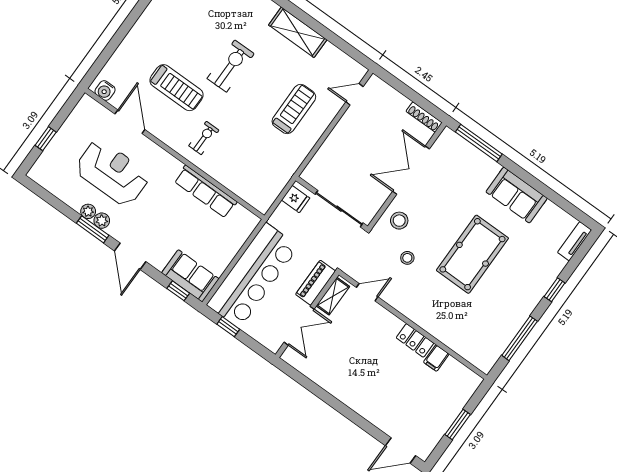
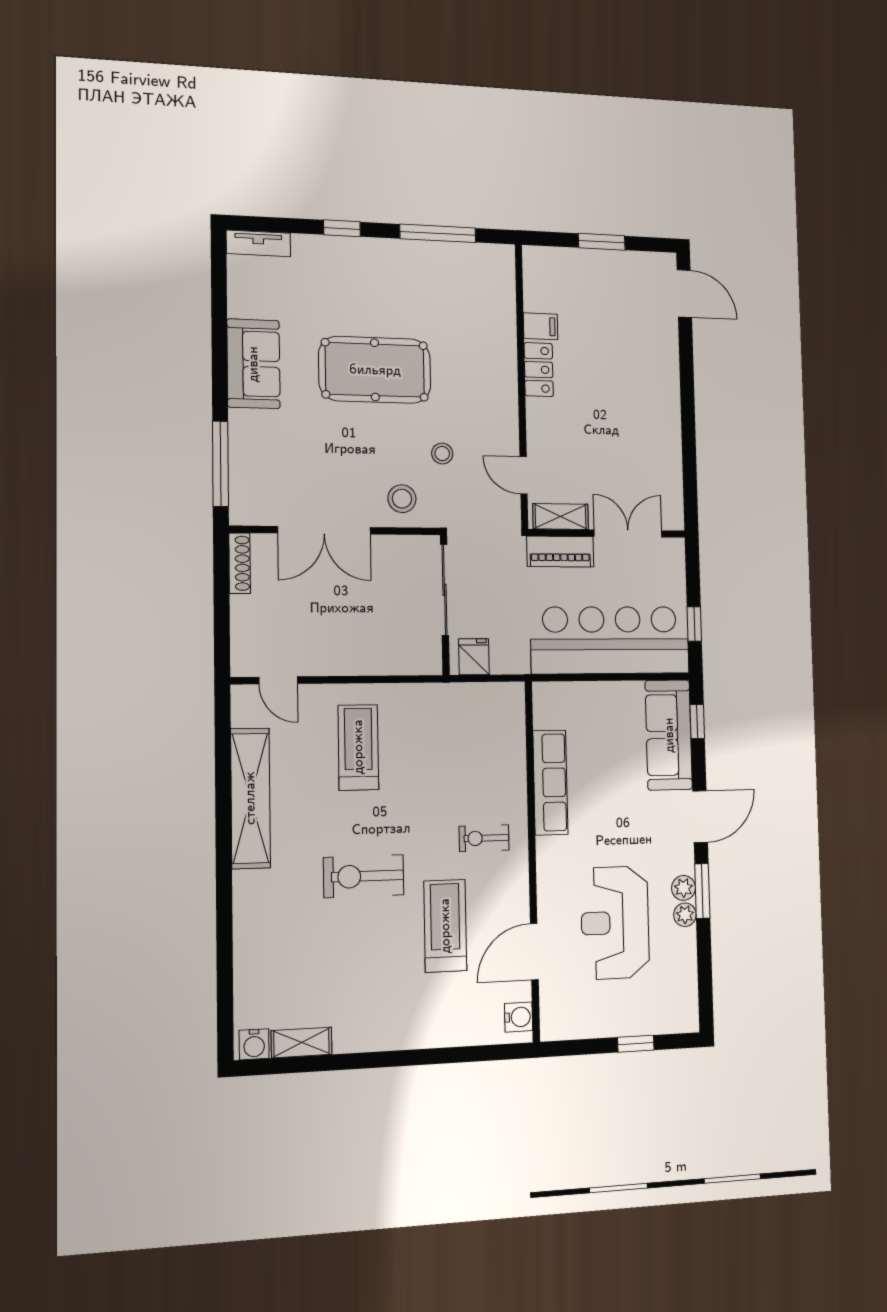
shelving: (298, 32) -> (250, 798), width x1.47
treadmill: (294, 109) -> (358, 747), turned 90
sofa: (190, 276) -> (669, 735), width x1.36

